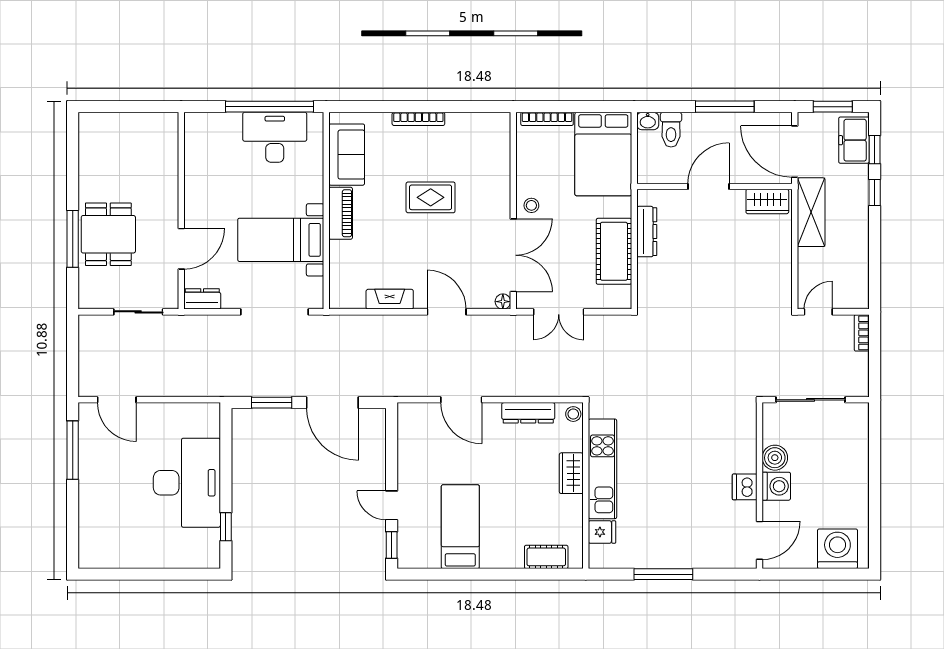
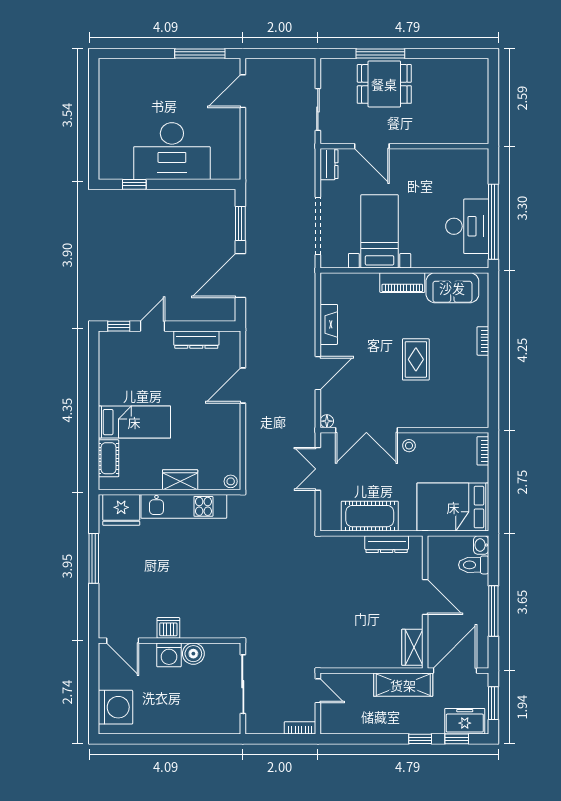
bookcase: (418, 119) -> (483, 341), width x0.64
bookcase: (547, 119) -> (483, 451), width x0.64
dresser: (528, 413) -> (196, 340), moved, turned -90
bed: (460, 527) -> (134, 422), moved
fridge: (602, 532) -> (121, 510), width x1.88, depth x1.34

